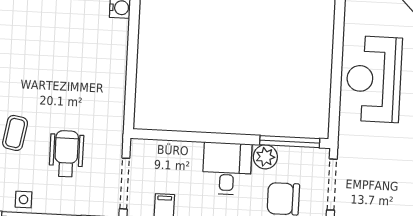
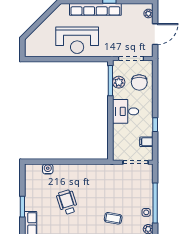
wheelchair: (66, 154) -> (67, 202), moved, turned 72
plant: (265, 157) -> (119, 82), moved

